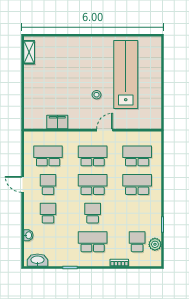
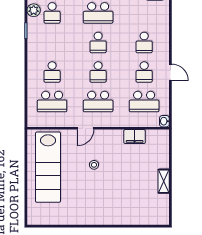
shelving: (29, 52) -> (164, 181), moved
lab bench: (126, 74) -> (48, 167), moved
school desk: (93, 185) -> (98, 72), width x0.54
school desk: (137, 185) -> (52, 72), width x0.54
washbasin: (28, 235) -> (164, 121), moved

